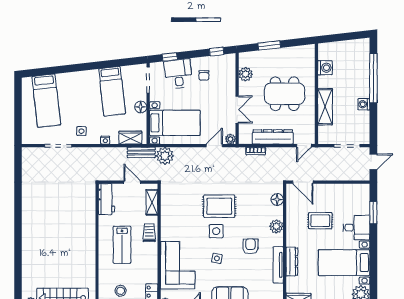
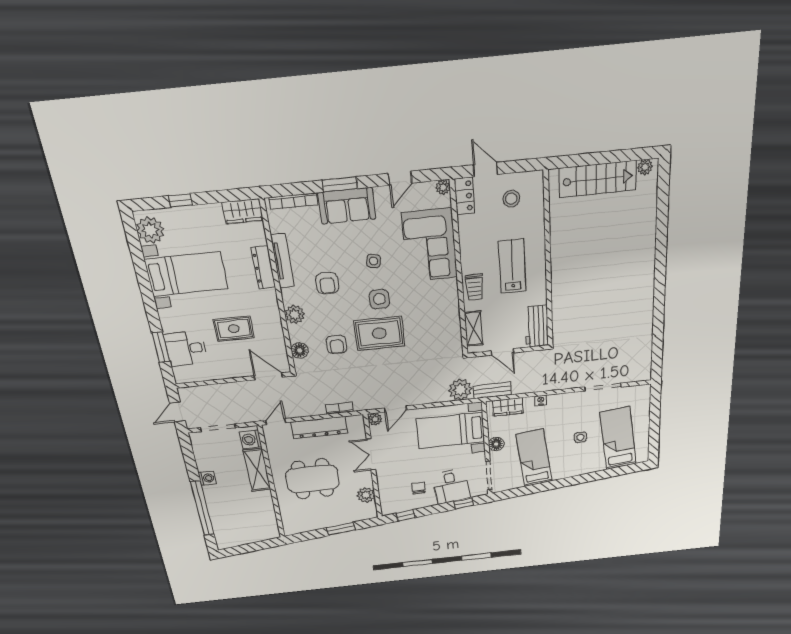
washing machine: (325, 68) -> (251, 439), moved
side table: (81, 131) -> (580, 437), moved
armchair: (250, 201) -> (337, 344), added
desk: (356, 228) -> (186, 349), moved

